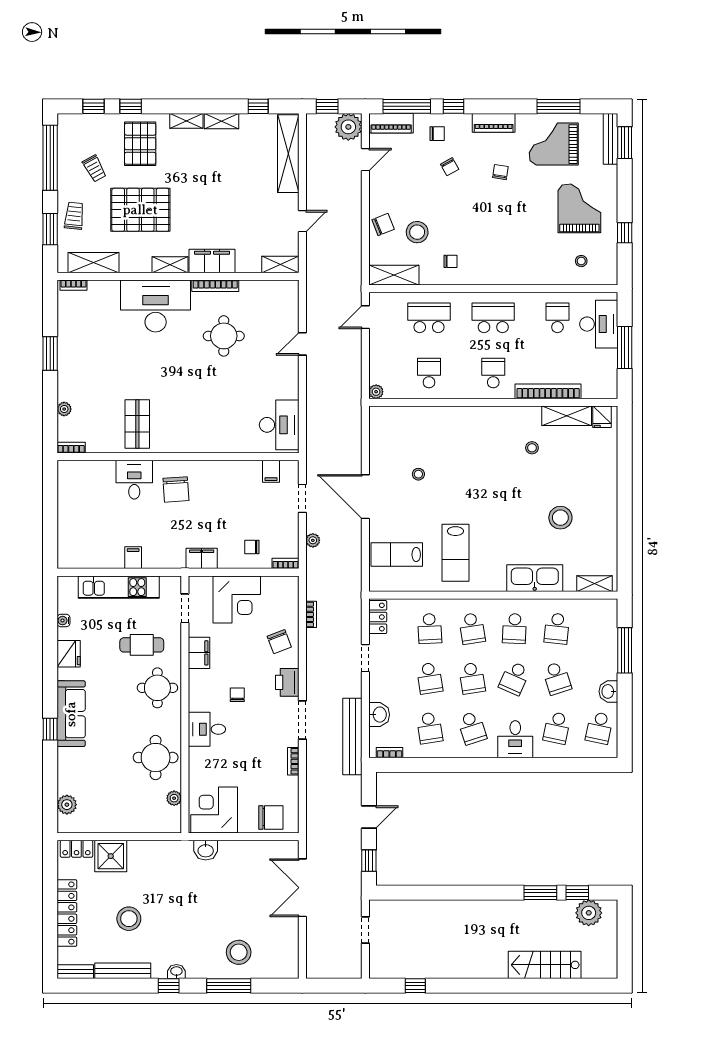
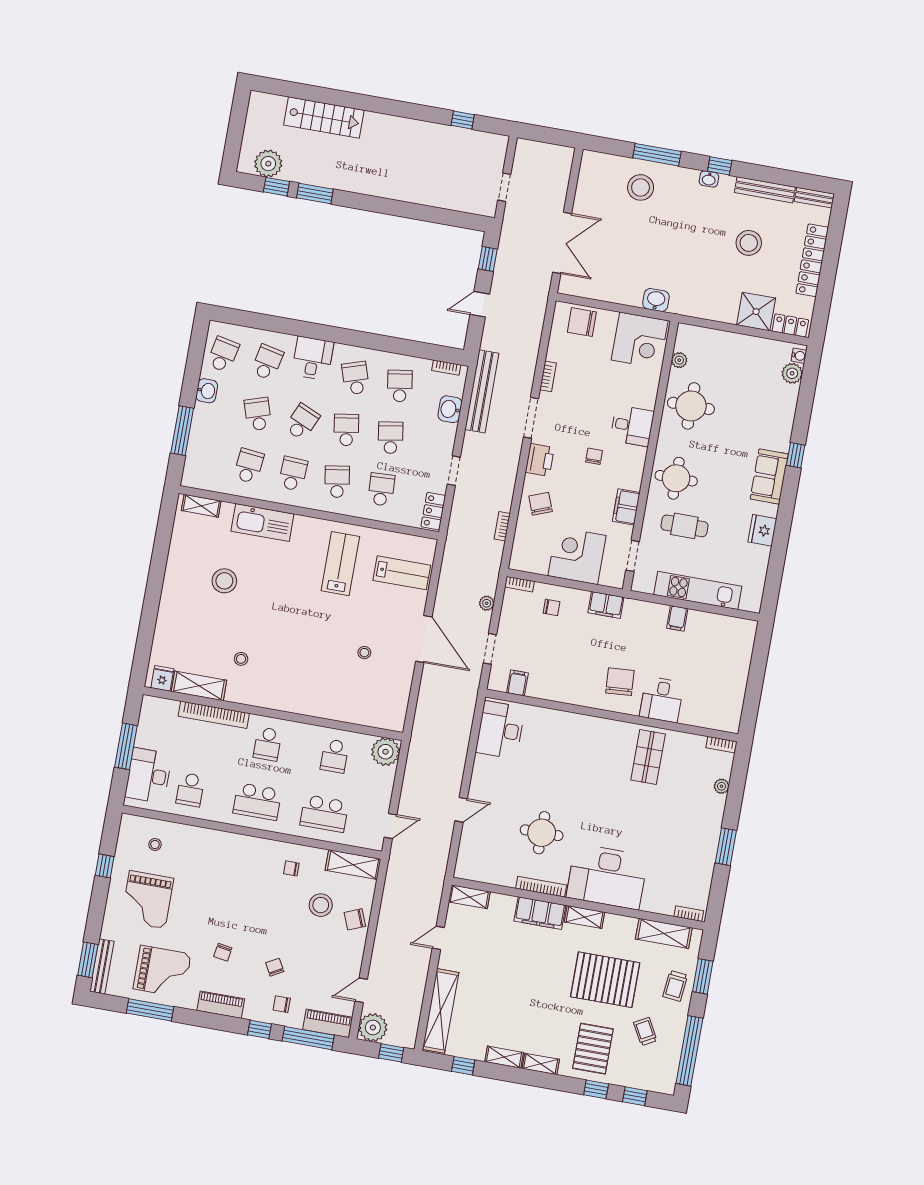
plant: (376, 392) -> (386, 752), width x1.88, depth x1.88
water cooler: (64, 621) -> (799, 356), moved
chair: (237, 695) -> (594, 456), turned 180
sofa: (71, 714) -> (769, 477), width x0.73

